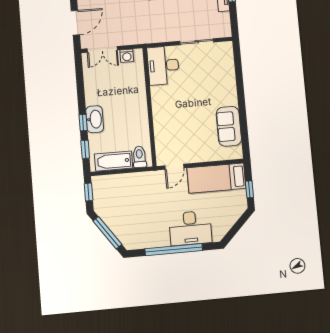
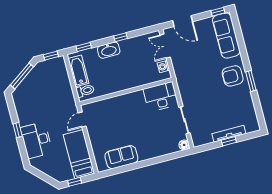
floor lamp: (227, 47) -> (184, 145), added
window: (83, 123) -> (121, 37), moved
door: (174, 167) -> (82, 119), hinge flipped
window: (174, 250) -> (18, 130), width x0.32

